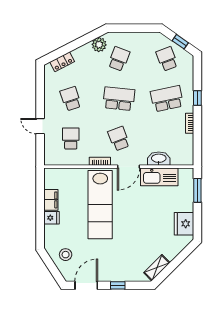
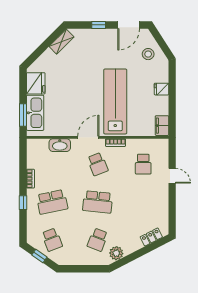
school desk: (71, 99) -> (143, 202), removed
kitchen sink: (159, 177) -> (35, 113), moved, turned 90
filing cabinet: (51, 200) -> (162, 126), moved

